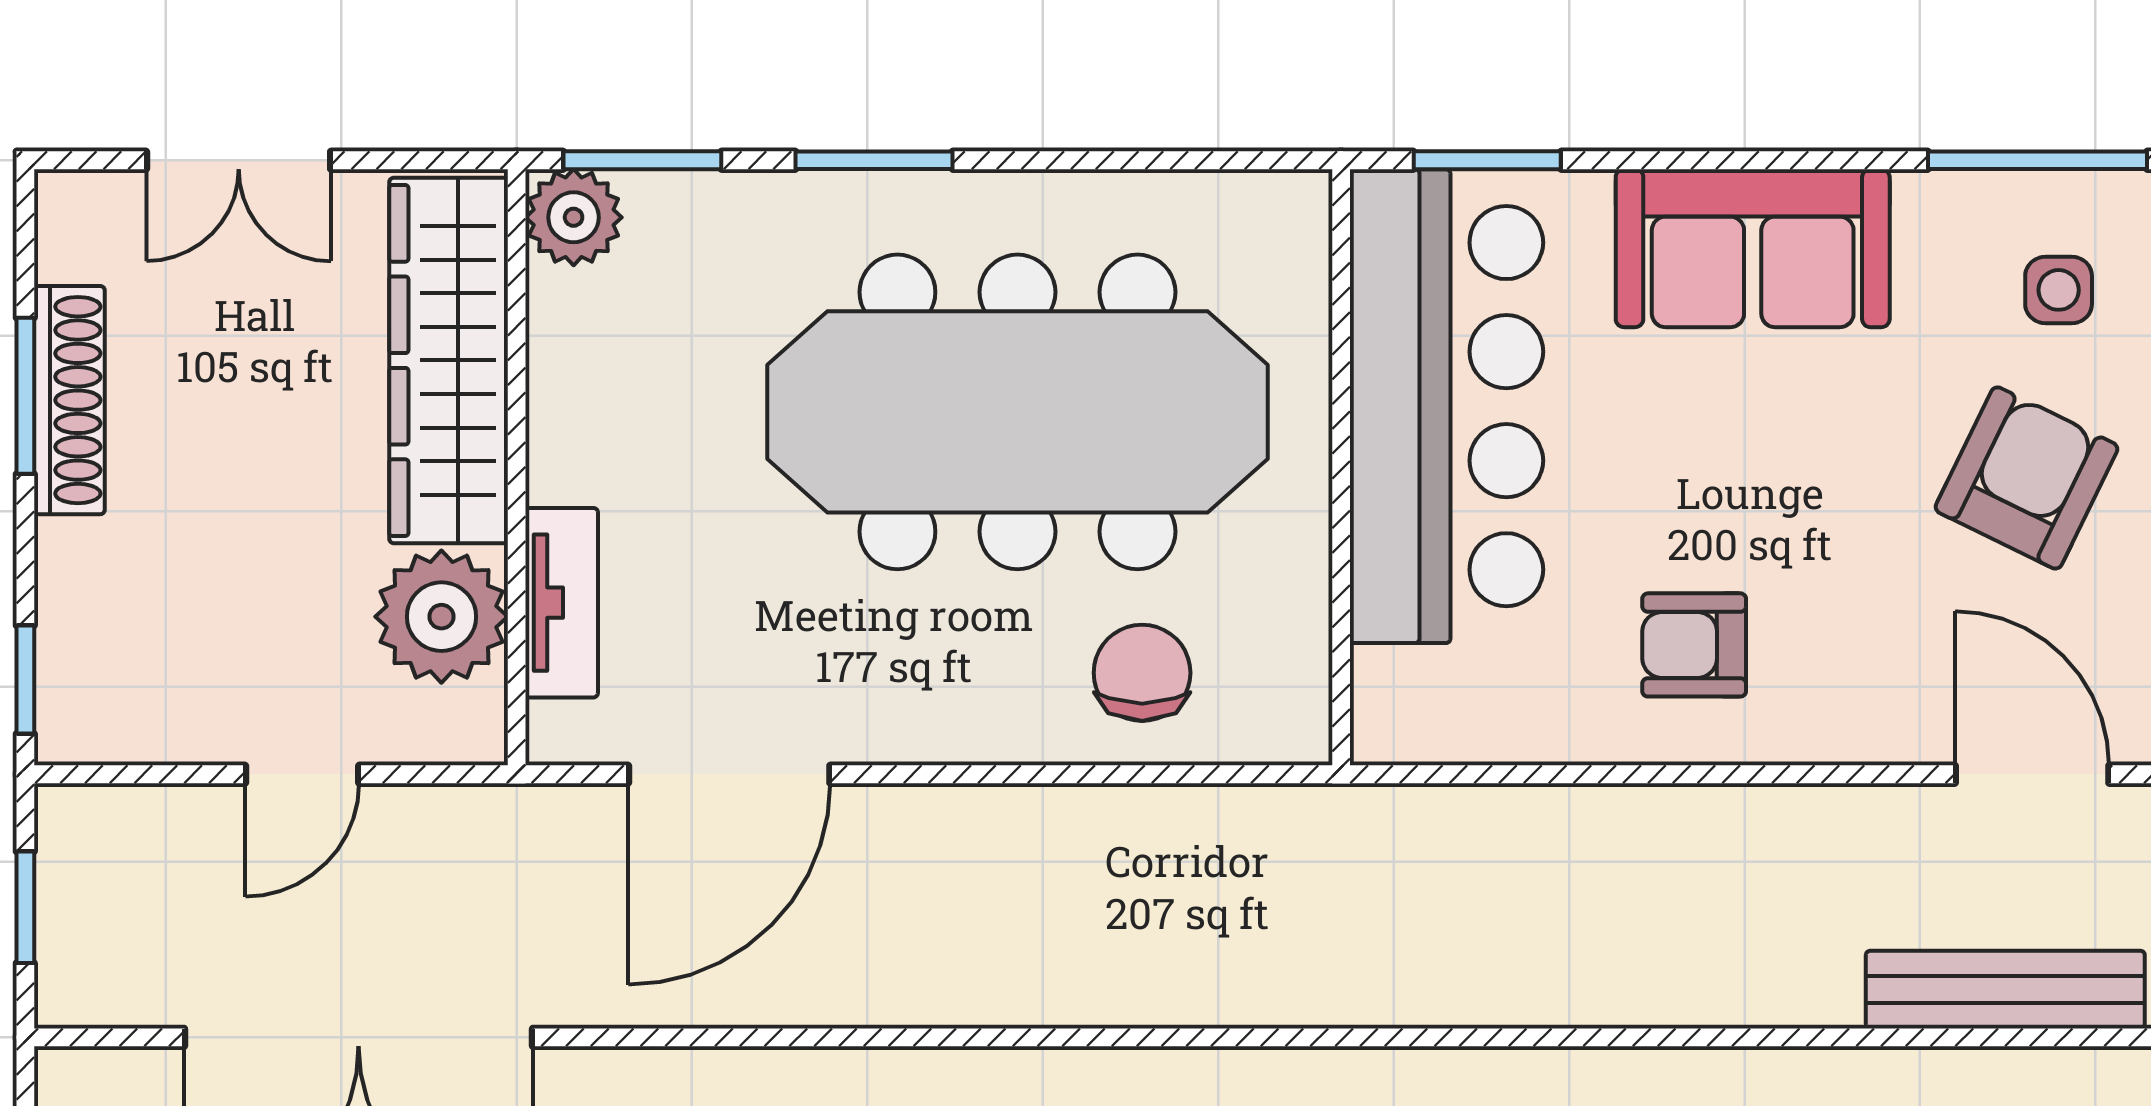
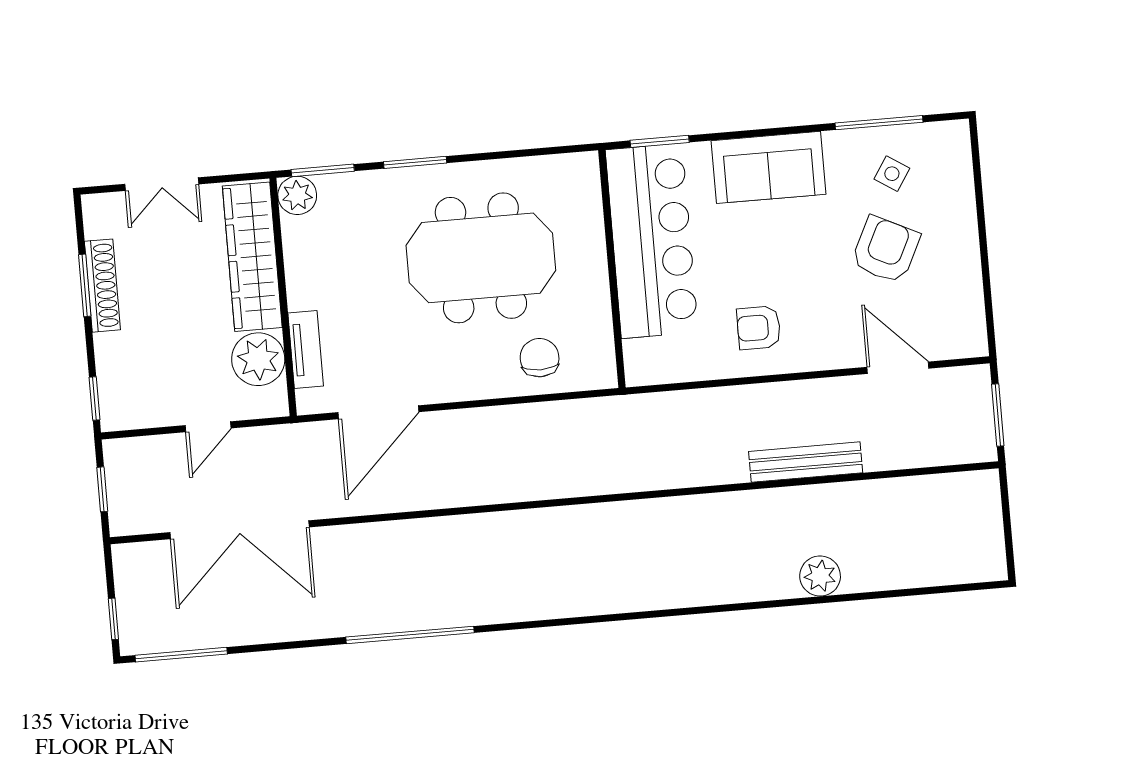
side table: (2059, 290) -> (892, 174), turned 33
meeting table: (1017, 412) -> (481, 258), width x0.73
bench: (2005, 990) -> (806, 462), moved

